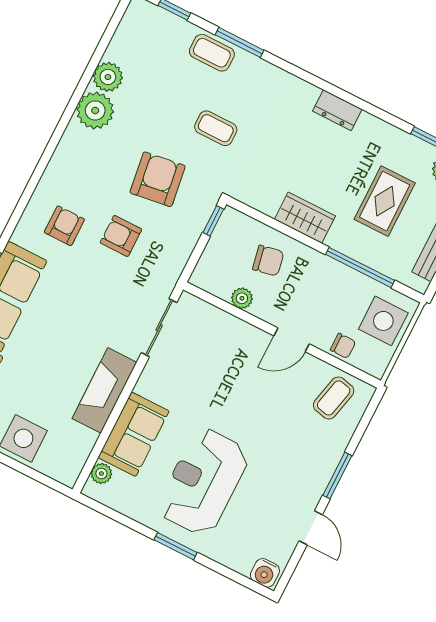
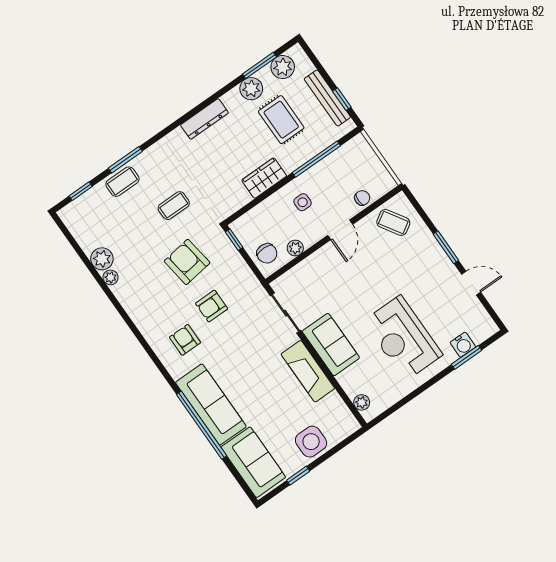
plant: (95, 110) -> (111, 277), width x0.53, depth x0.53
dresser: (337, 110) -> (204, 119), width x1.44
plant: (402, 146) -> (251, 89), added
chair: (268, 261) -> (267, 253), moved, turned 101
side table: (383, 321) -> (303, 202), moved, width x0.54, depth x0.54
coffee table: (334, 398) -> (393, 222), turned -45
sofa: (134, 434) -> (331, 345), moved
window: (176, 546) -> (467, 357), moved
water cooler: (265, 573) -> (463, 345), moved

